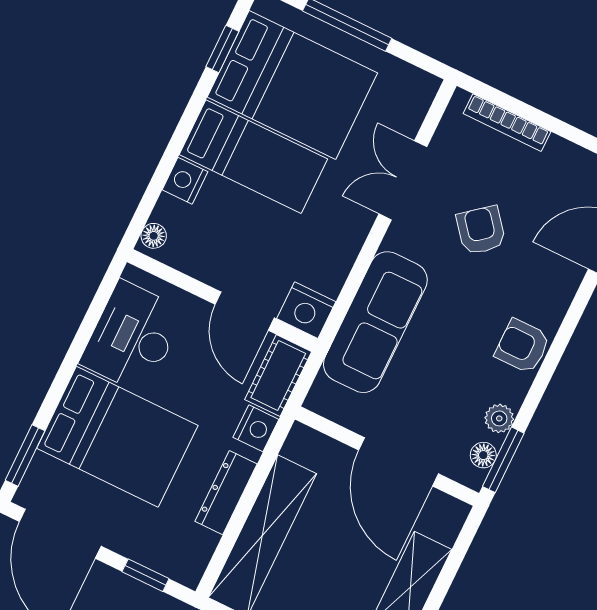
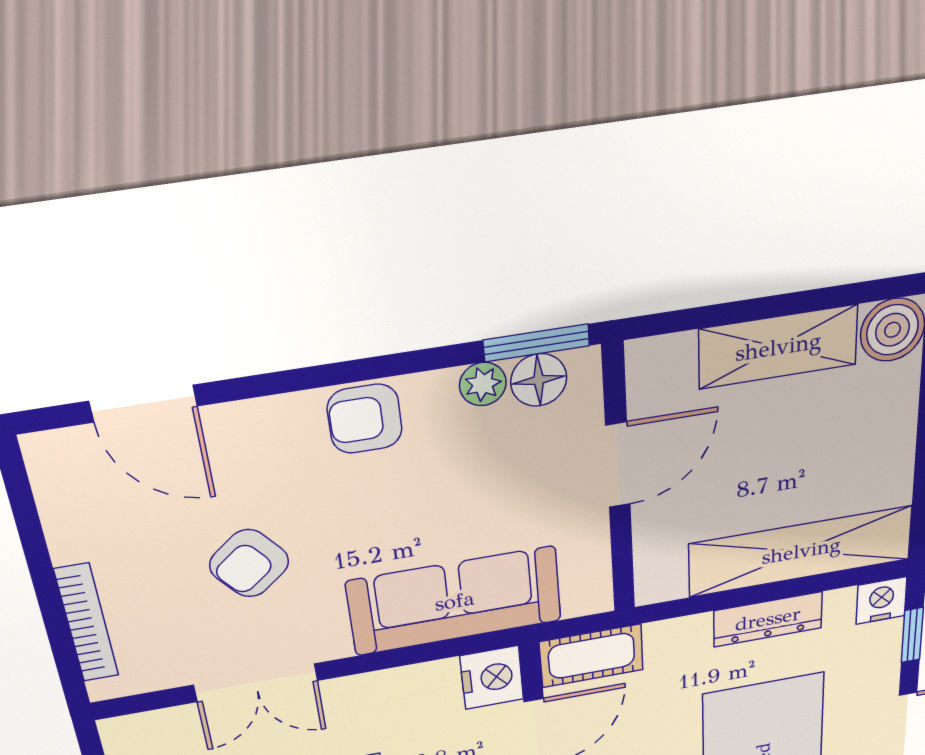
armchair: (522, 346) -> (365, 419), turned 90
nightstand: (256, 428) -> (881, 600), moved
floor lamp: (483, 455) -> (539, 380), width x1.37, depth x1.37
door: (399, 462) -> (618, 465), width x0.73

